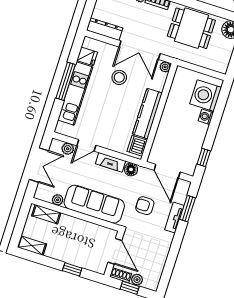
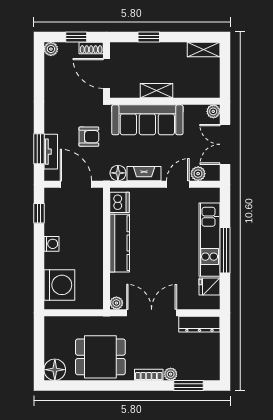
stool: (119, 77) -> (165, 274), removed
washing machine: (206, 117) -> (52, 244), moved
plant: (58, 200) -> (213, 111), moved
shelving: (46, 214) -> (157, 91), moved
tv unit: (174, 218) -> (51, 152), moved
plant: (137, 280) -> (51, 49), moved

